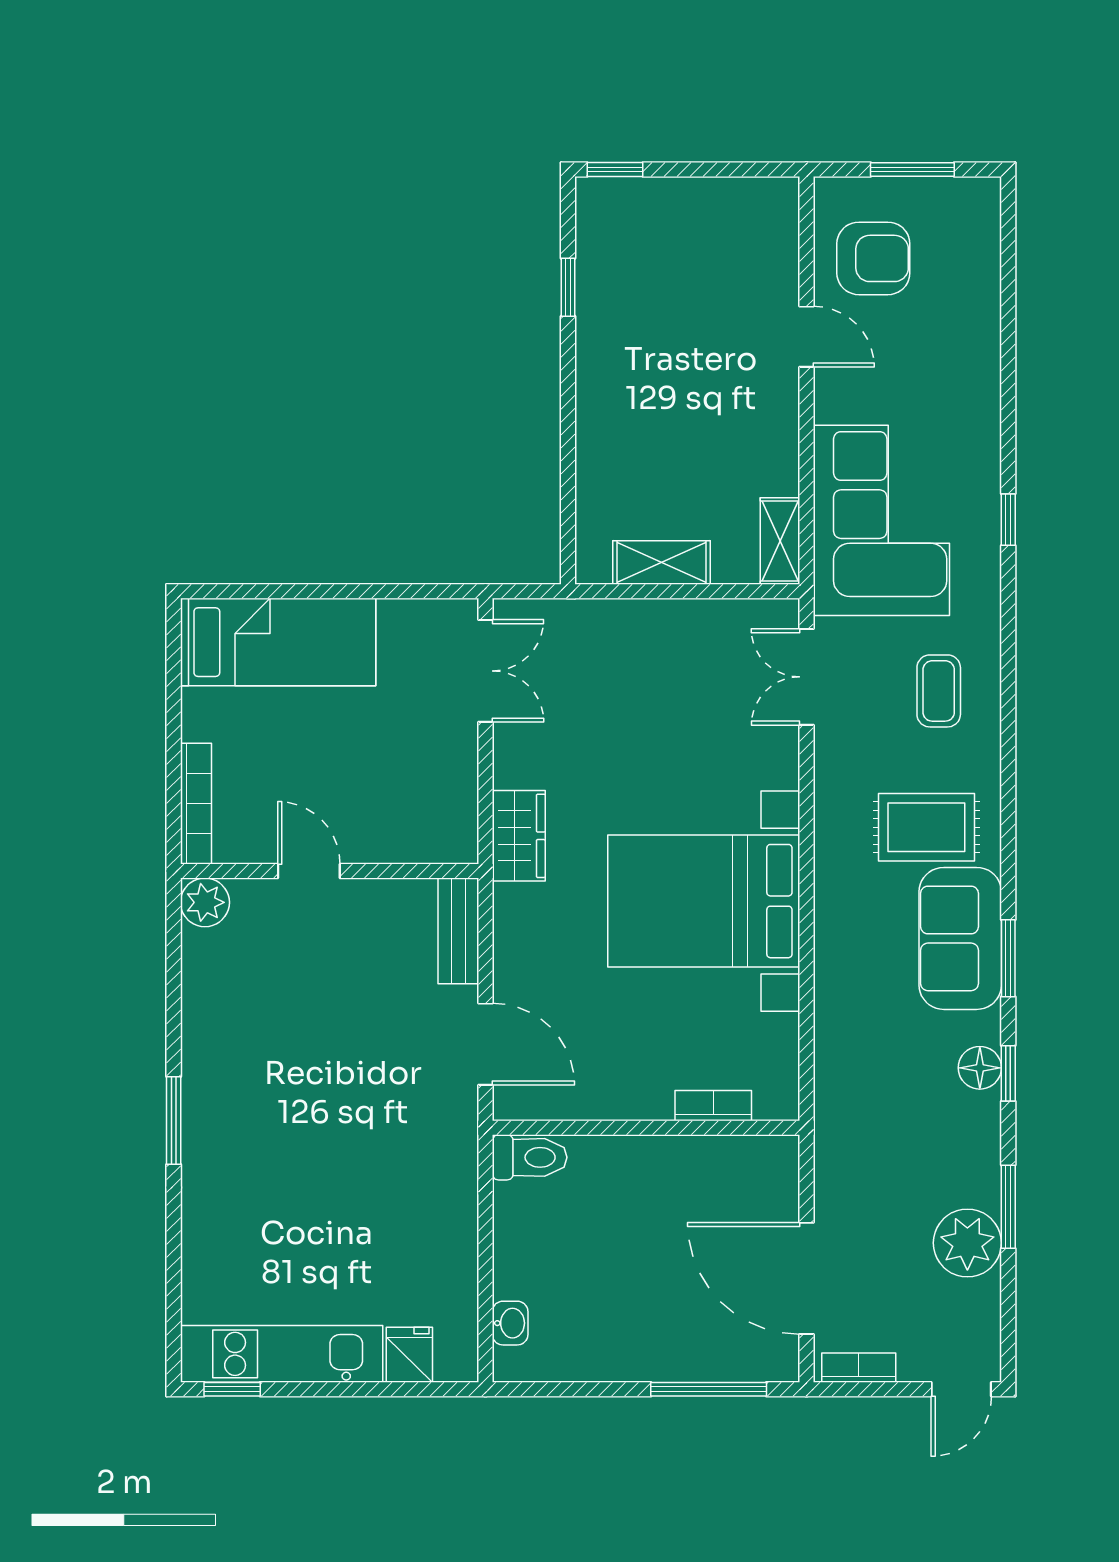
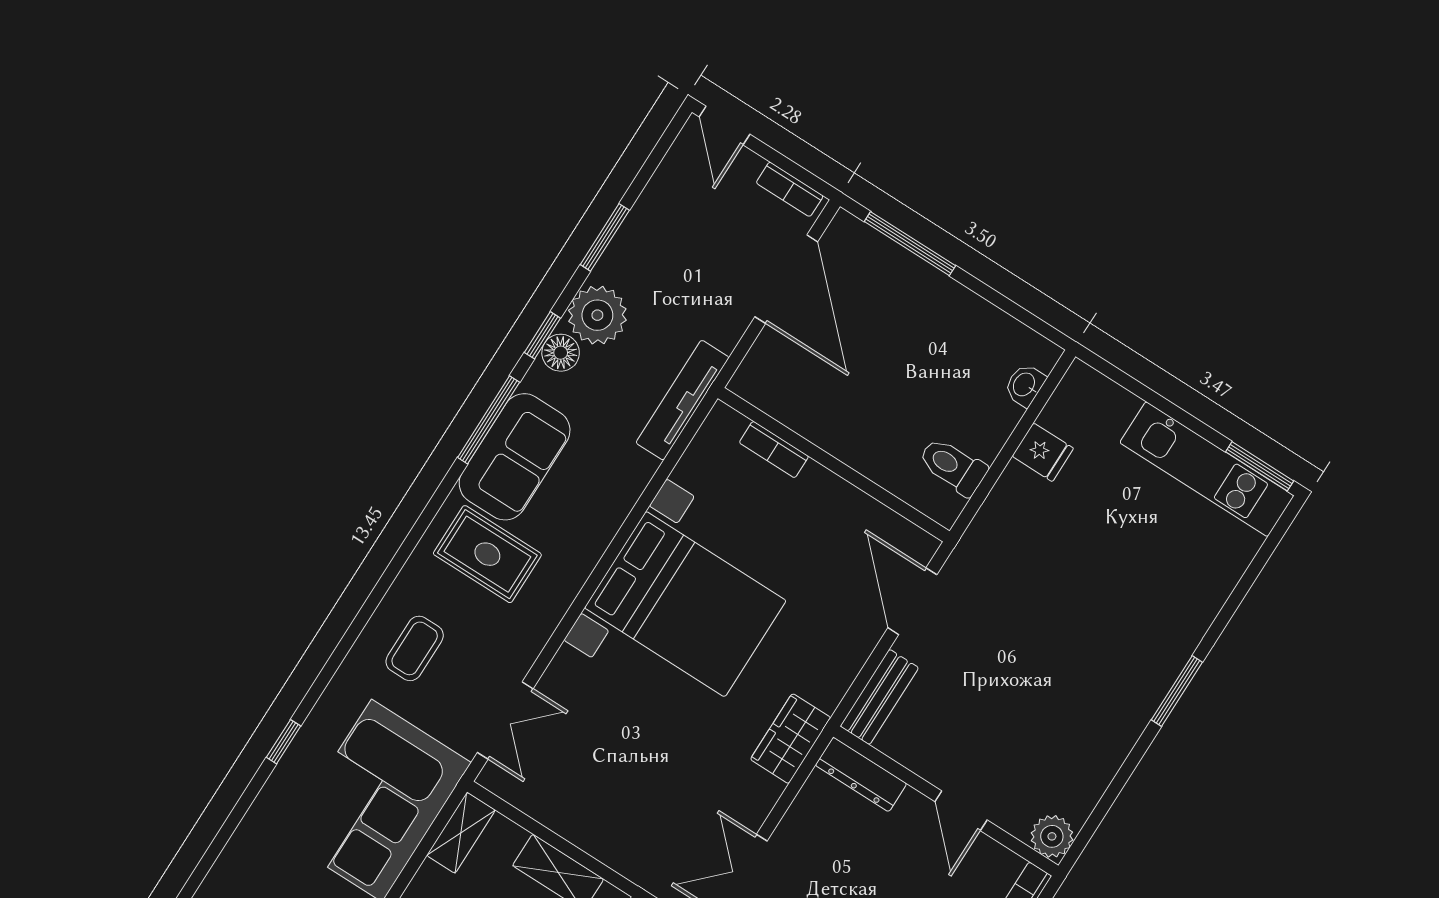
dresser: (428, 845) -> (861, 774), added
window: (1008, 958) -> (489, 420), width x1.44
tv unit: (832, 1097) -> (682, 400), added
toilet: (530, 1157) -> (953, 466), moved
plant: (967, 1243) -> (597, 315), moved
fridge: (409, 1355) -> (1043, 452), moved, turned -90
window: (232, 1389) -> (1260, 466), width x1.50
door: (961, 1389) -> (725, 125), swing flipped

